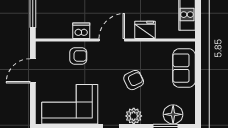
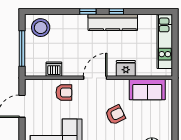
dishwasher: (81, 31) -> (54, 69), moved
sofa: (184, 68) -> (147, 89), moved, turned -90

